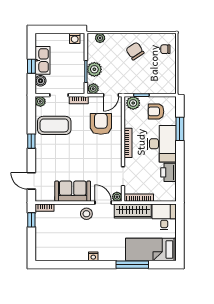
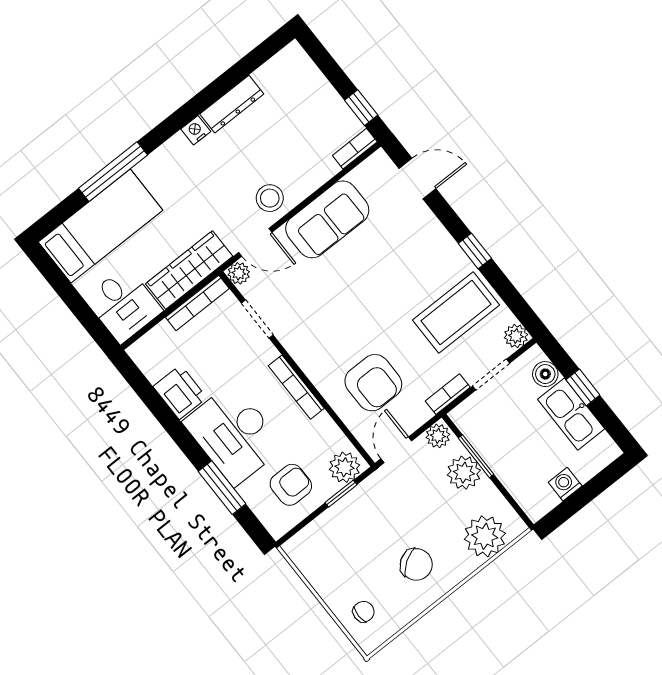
washing machine: (75, 38) -> (565, 484), moved
plant: (100, 38) -> (485, 536), width x1.88, depth x1.88
dresser: (74, 256) -> (232, 104), added

